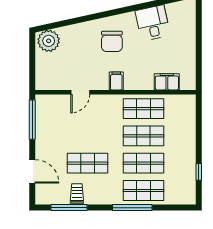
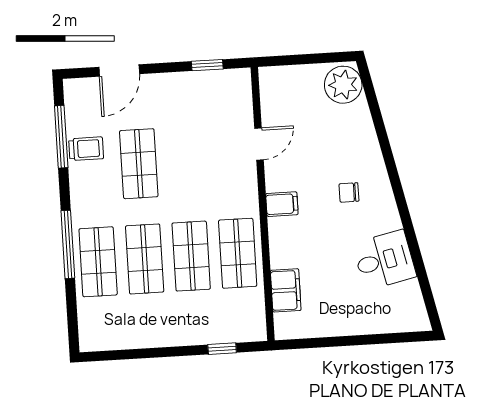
chair: (112, 41) -> (349, 192), width x0.54, depth x0.54
door: (80, 92) -> (259, 144), swing flipped
window: (32, 120) -> (207, 65), width x0.46
window: (199, 172) -> (222, 349), moved

